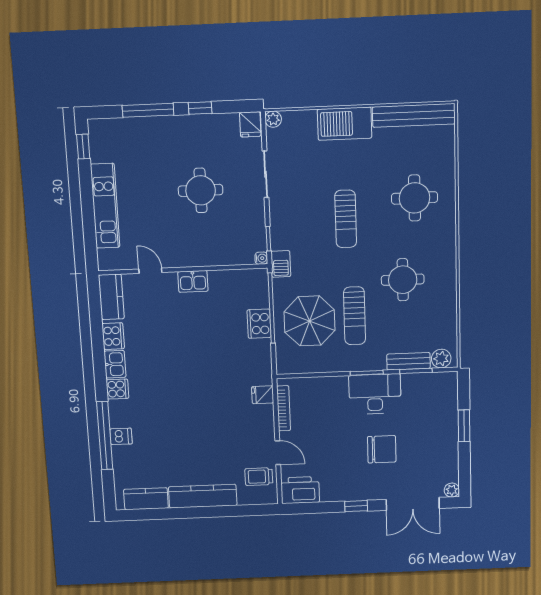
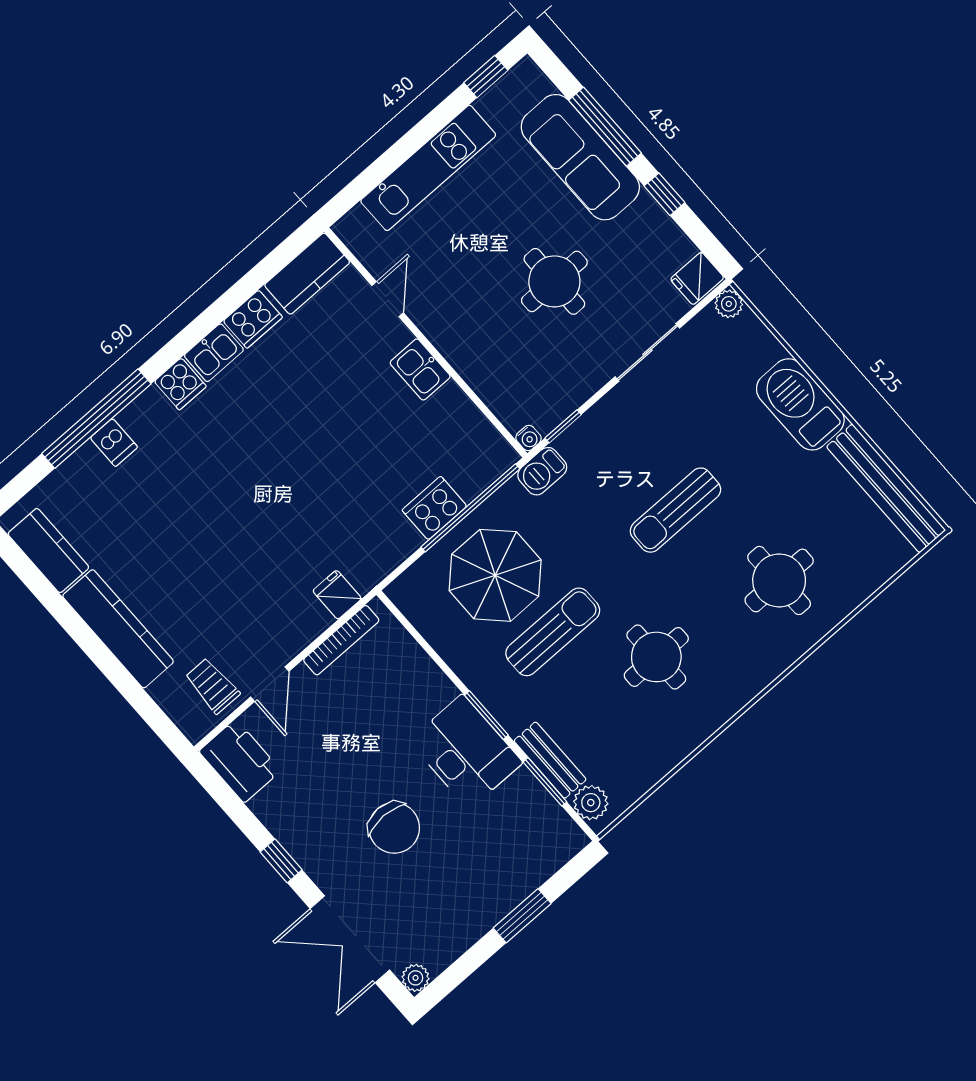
sofa: (153, 133) -> (580, 157), added
sun lounger: (355, 316) -> (553, 632), turned 180

